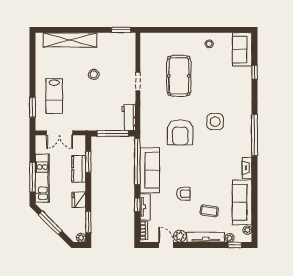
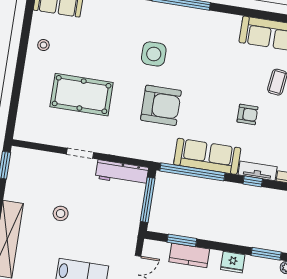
workbench: (129, 118) -> (122, 173), width x1.38
fireplace: (247, 168) -> (226, 20), removed
armchair: (183, 194) -> (247, 114), turned 90

